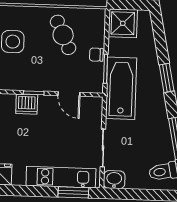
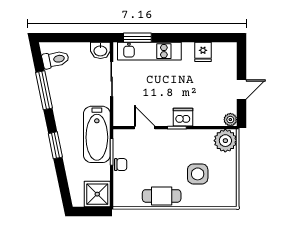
cafe table: (63, 35) -> (162, 196), moved, turned -65

